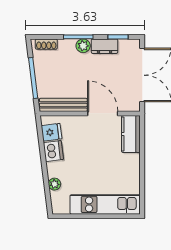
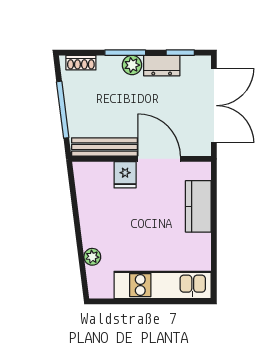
fridge: (51, 132) -> (125, 175), moved, turned 97
kitchen counter: (131, 134) -> (198, 206), moved
dishwasher: (53, 151) -> (91, 211), removed

